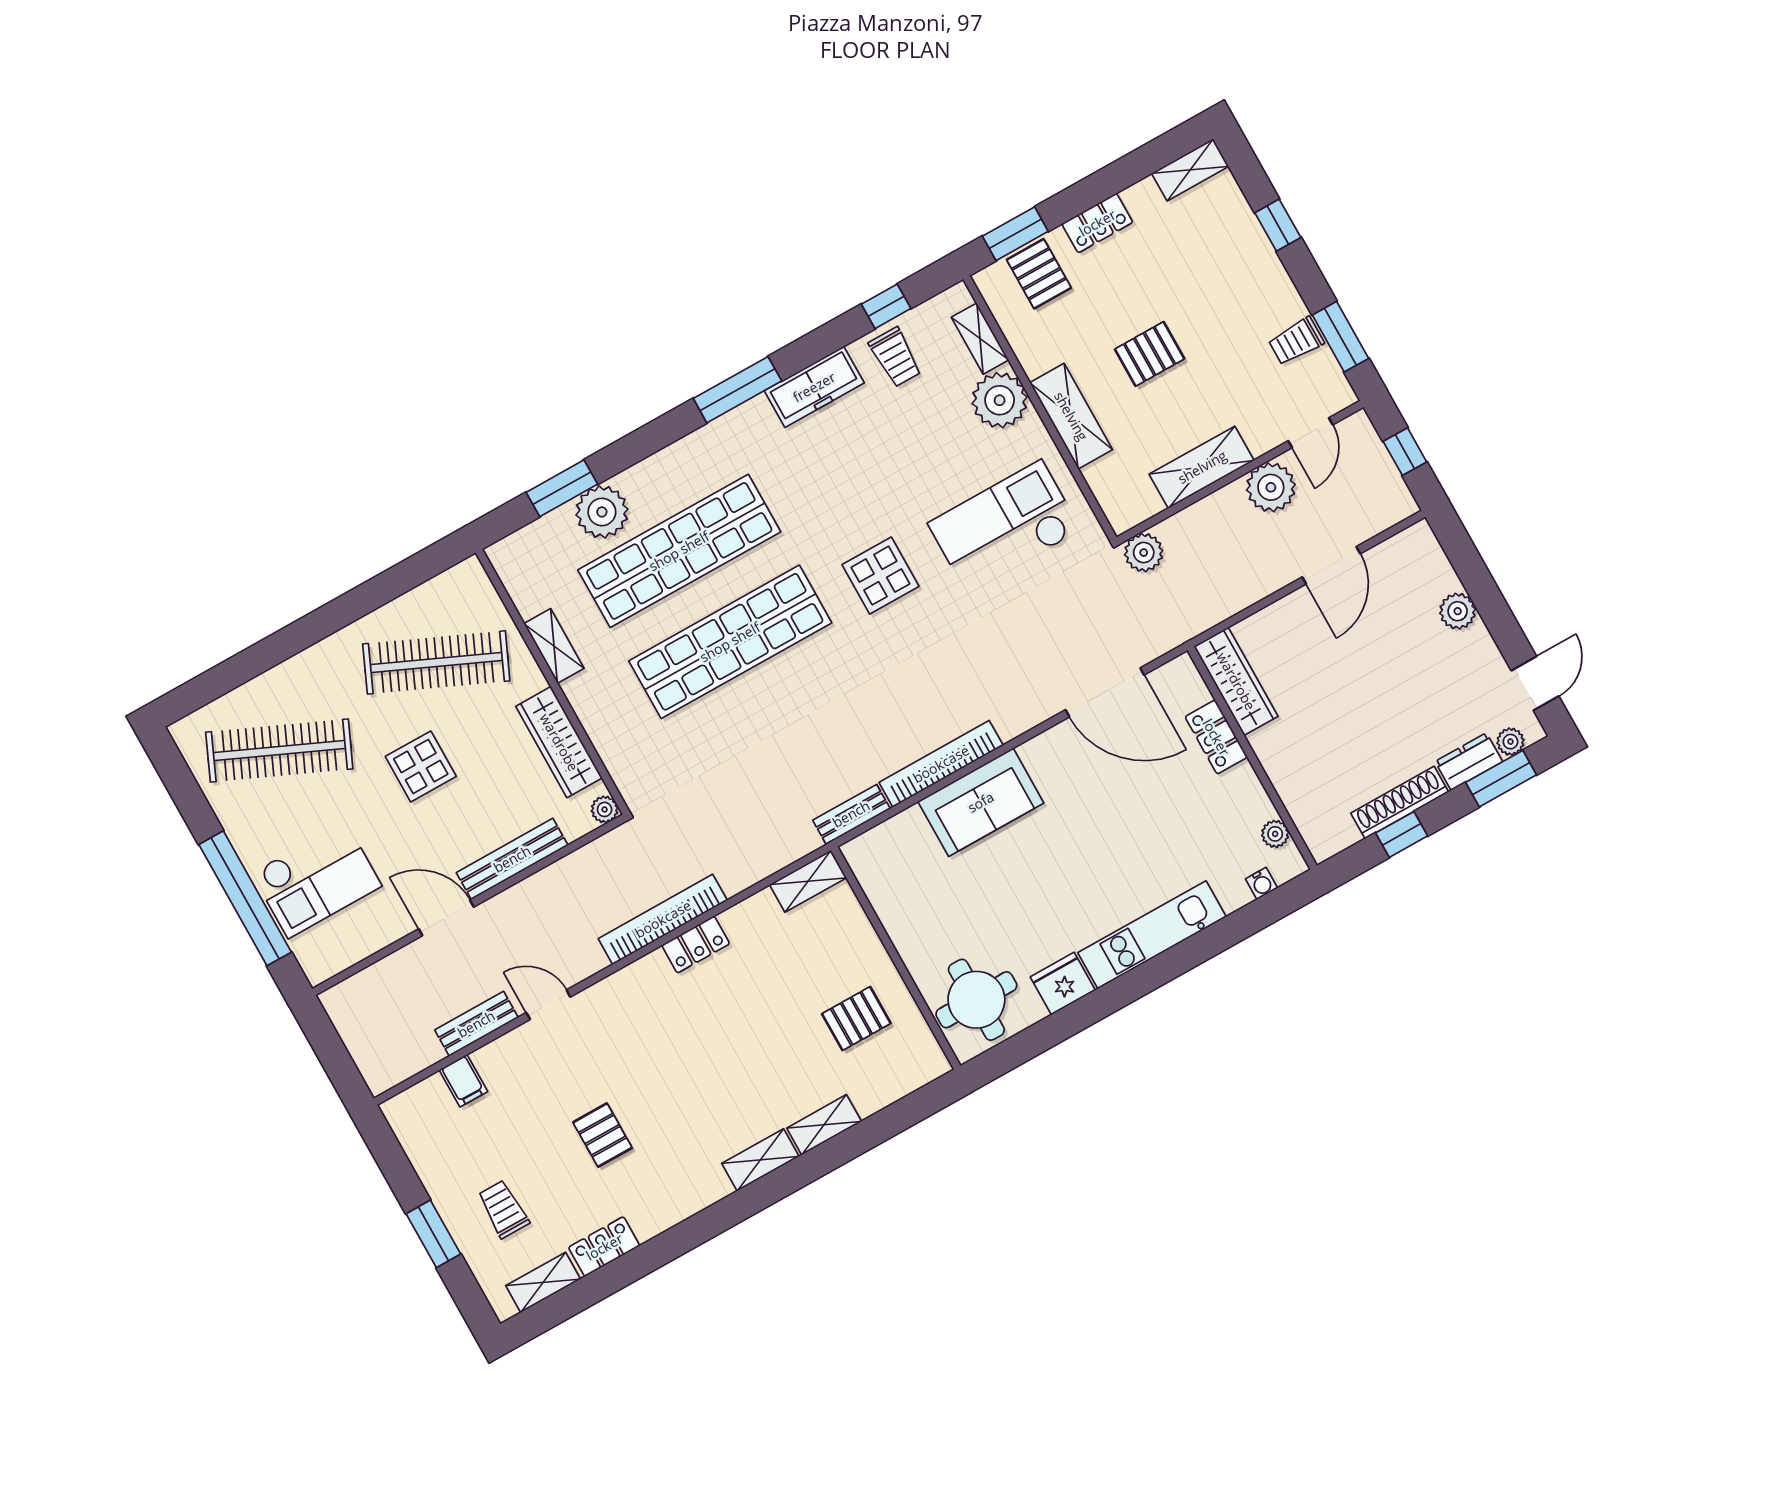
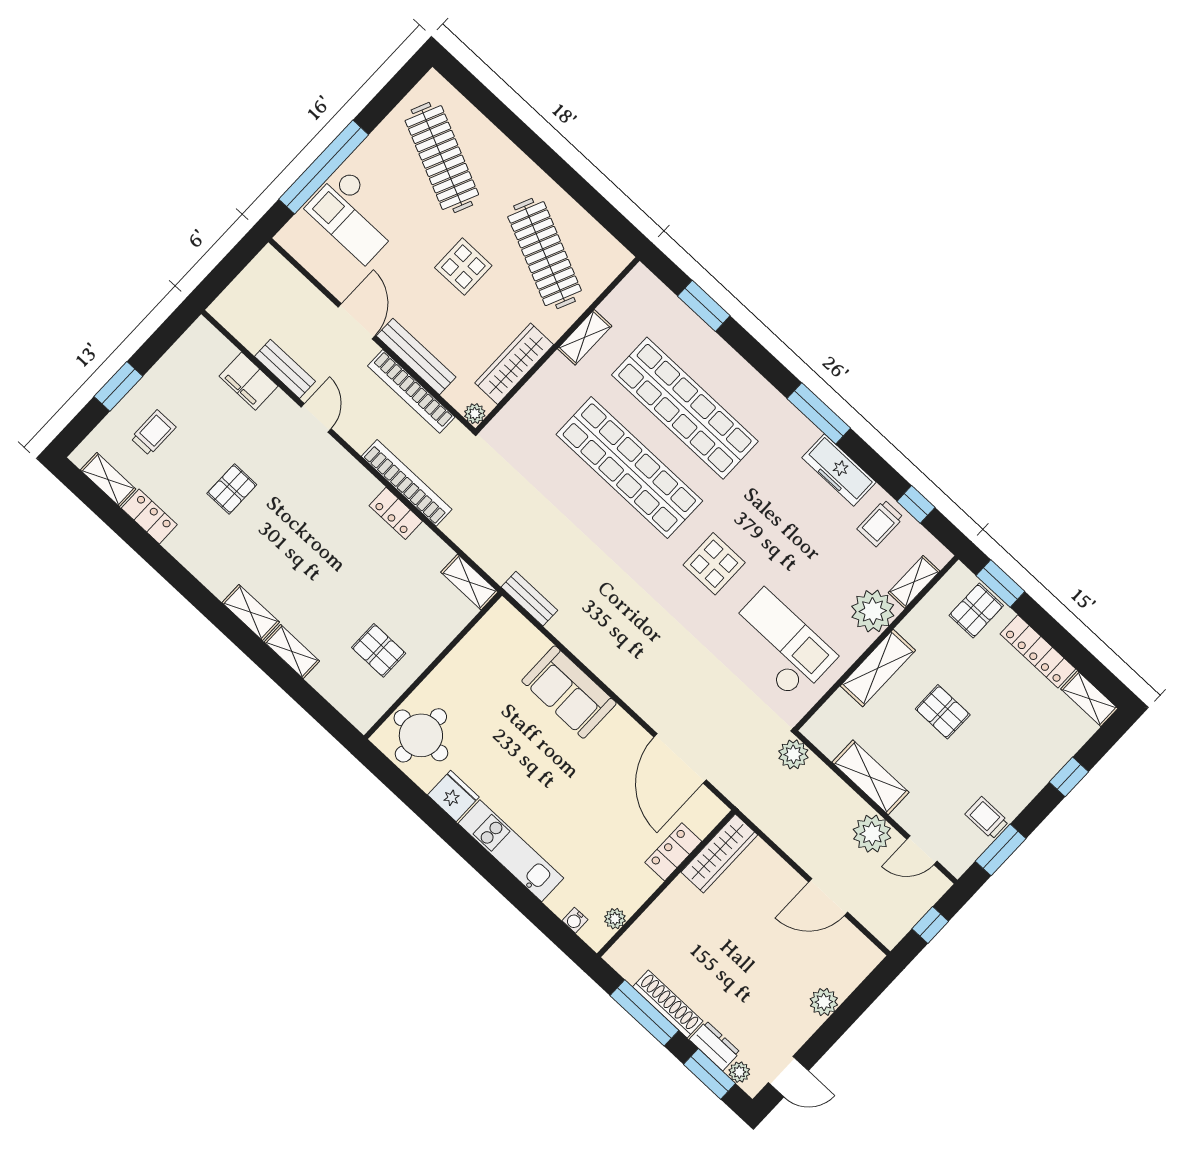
locker: (1097, 223) -> (1038, 651), width x1.53
plant: (602, 512) -> (696, 341), removed
bookcase: (941, 764) -> (411, 391), moved, turned 180
window: (1402, 834) -> (644, 1013), width x2.17
filing cabinet: (463, 1081) -> (249, 381), width x2.00

